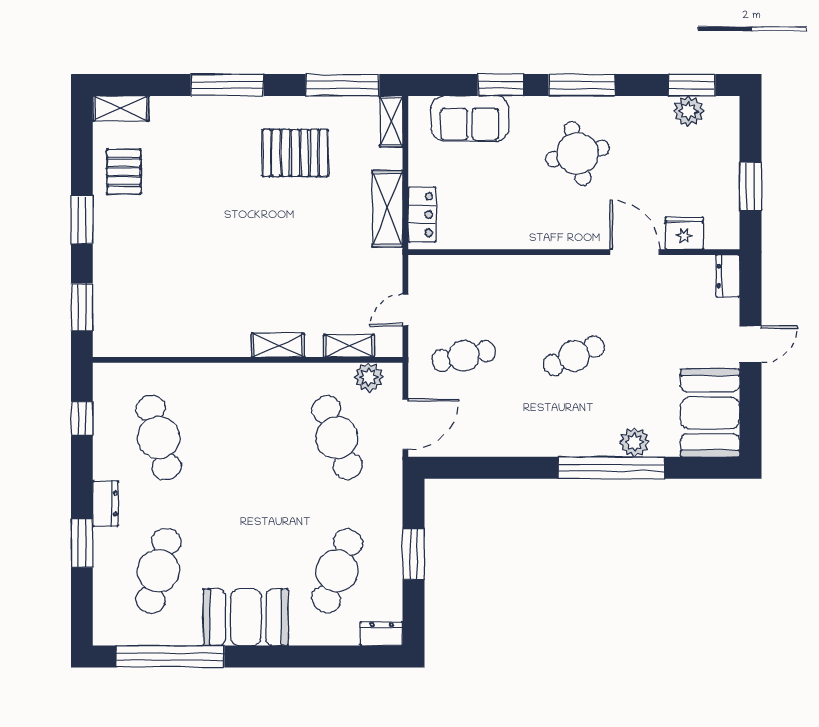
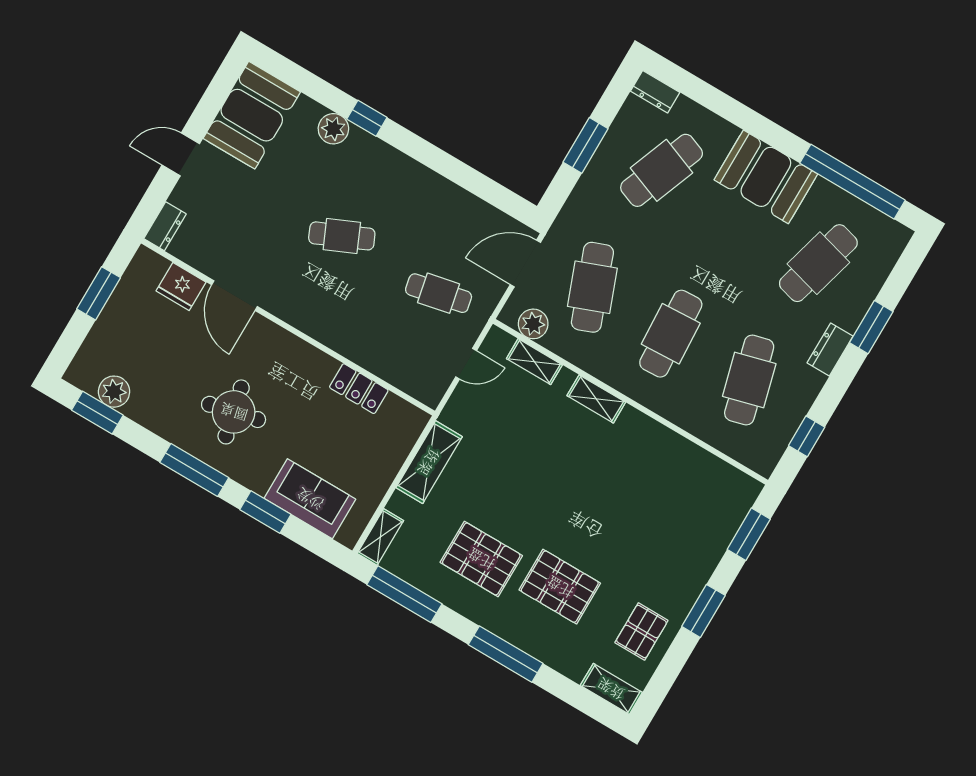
pallet: (215, 169) -> (560, 587), added
locker: (422, 215) -> (359, 389), moved, turned -90
cafe table: (248, 438) -> (671, 334), added
window: (611, 468) -> (367, 118), width x0.32

